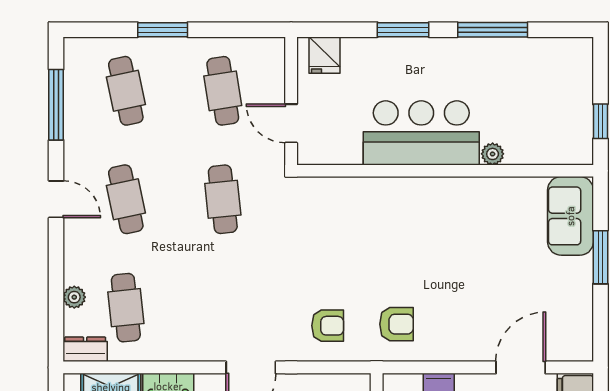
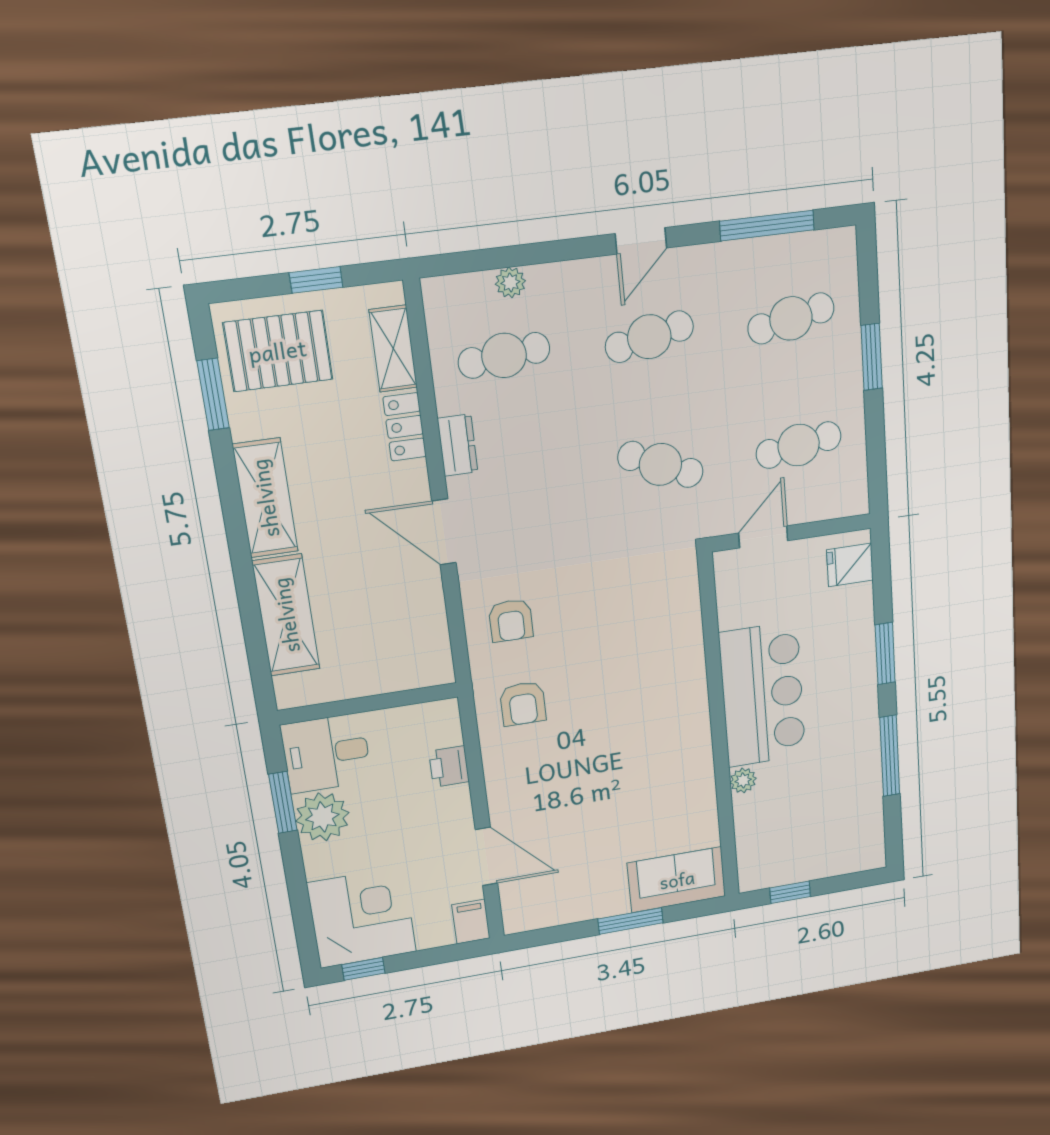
cafe table: (223, 199) -> (660, 464), turned 30
dresser: (85, 349) -> (458, 445), moved

